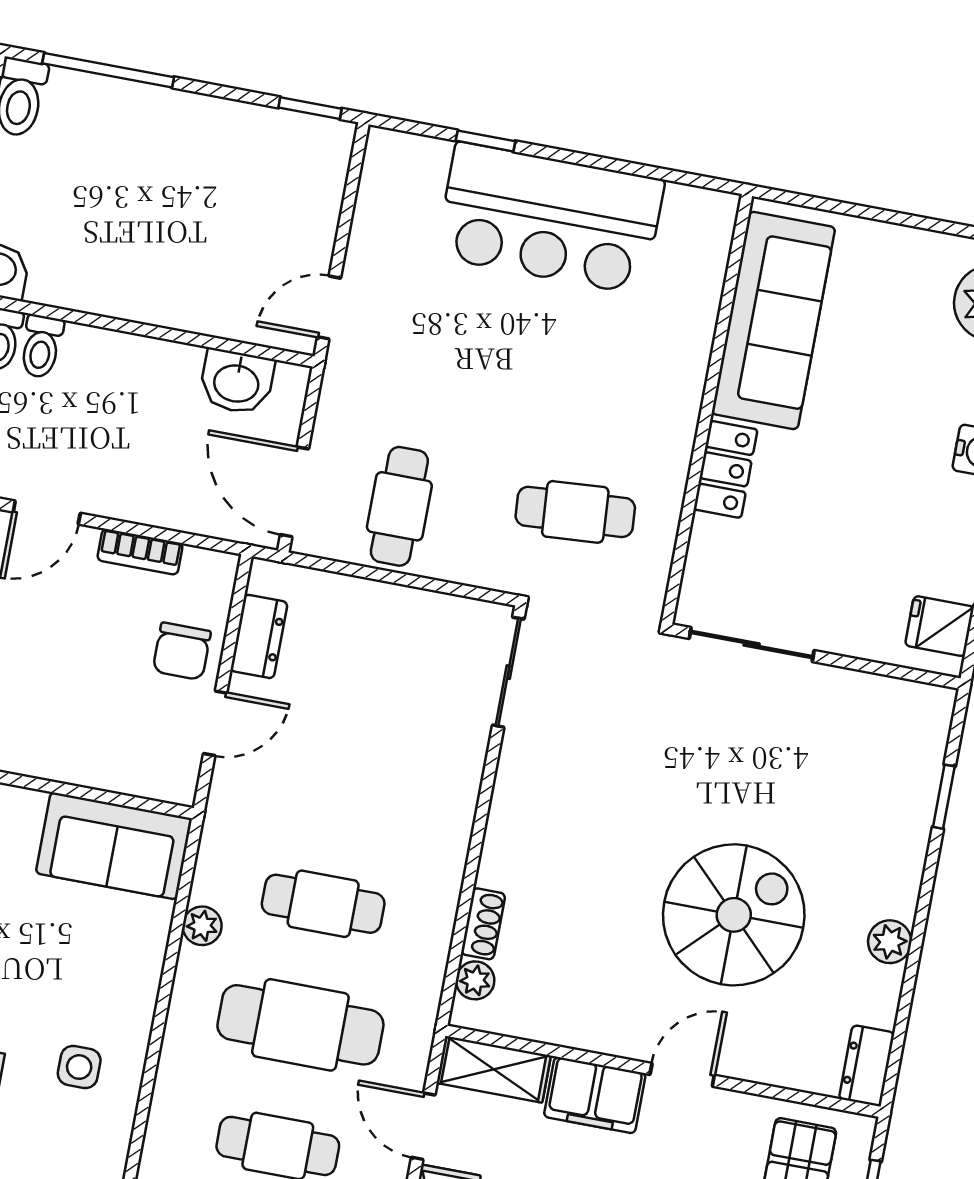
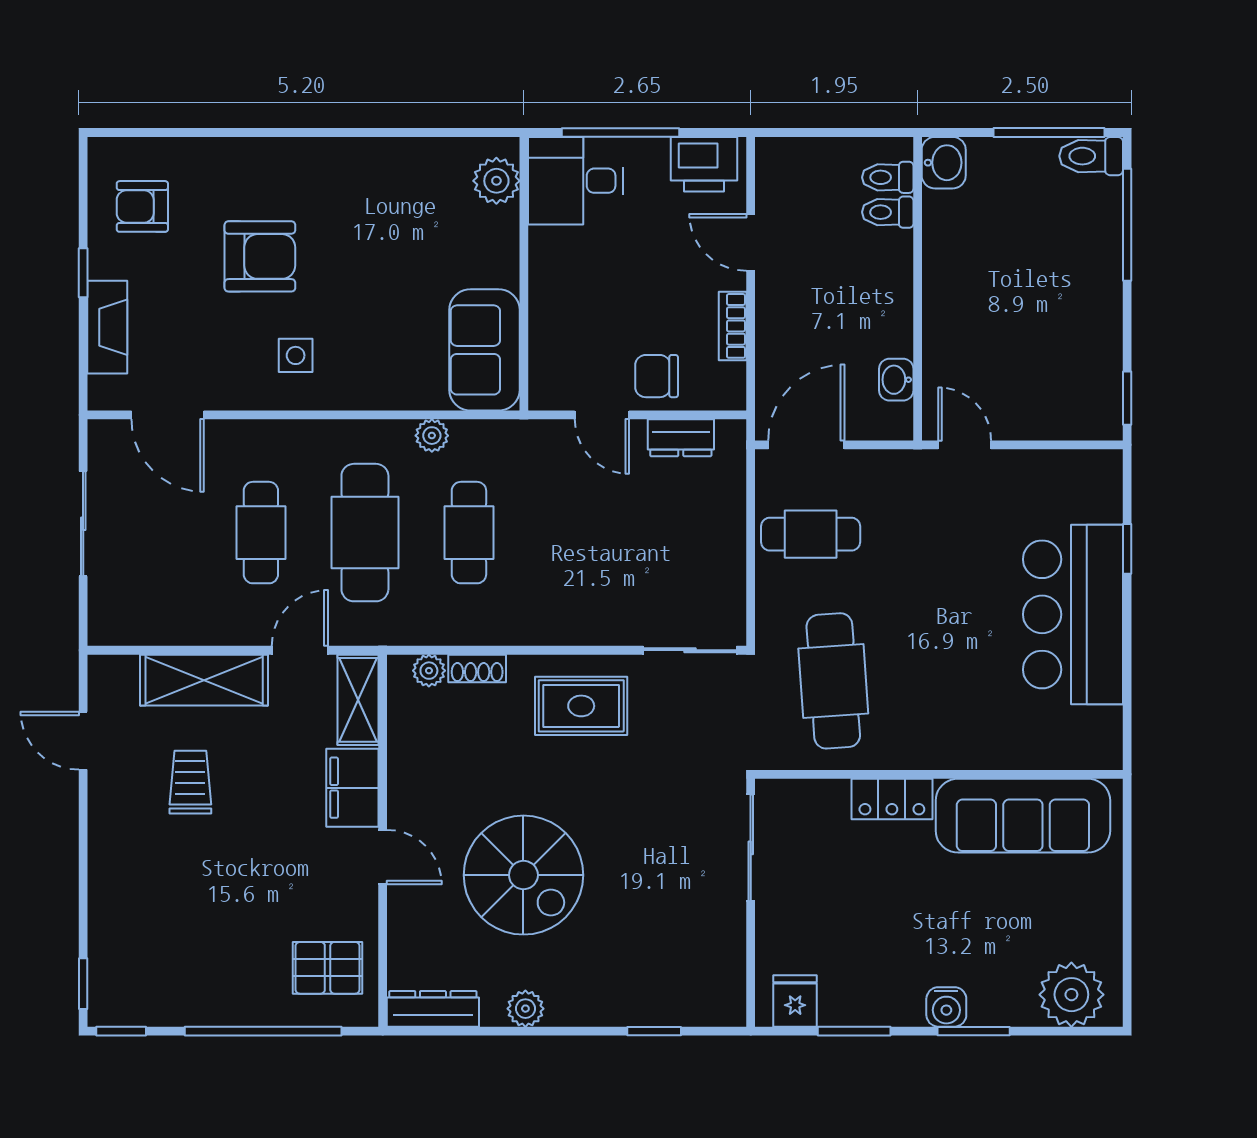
washbasin: (237, 382) -> (896, 380), width x0.72, depth x0.69
cafe table: (575, 512) -> (833, 681), width x1.37, depth x1.35
rug: (549, 811) -> (581, 706), added
dresser: (867, 1066) -> (433, 1009), width x1.44

